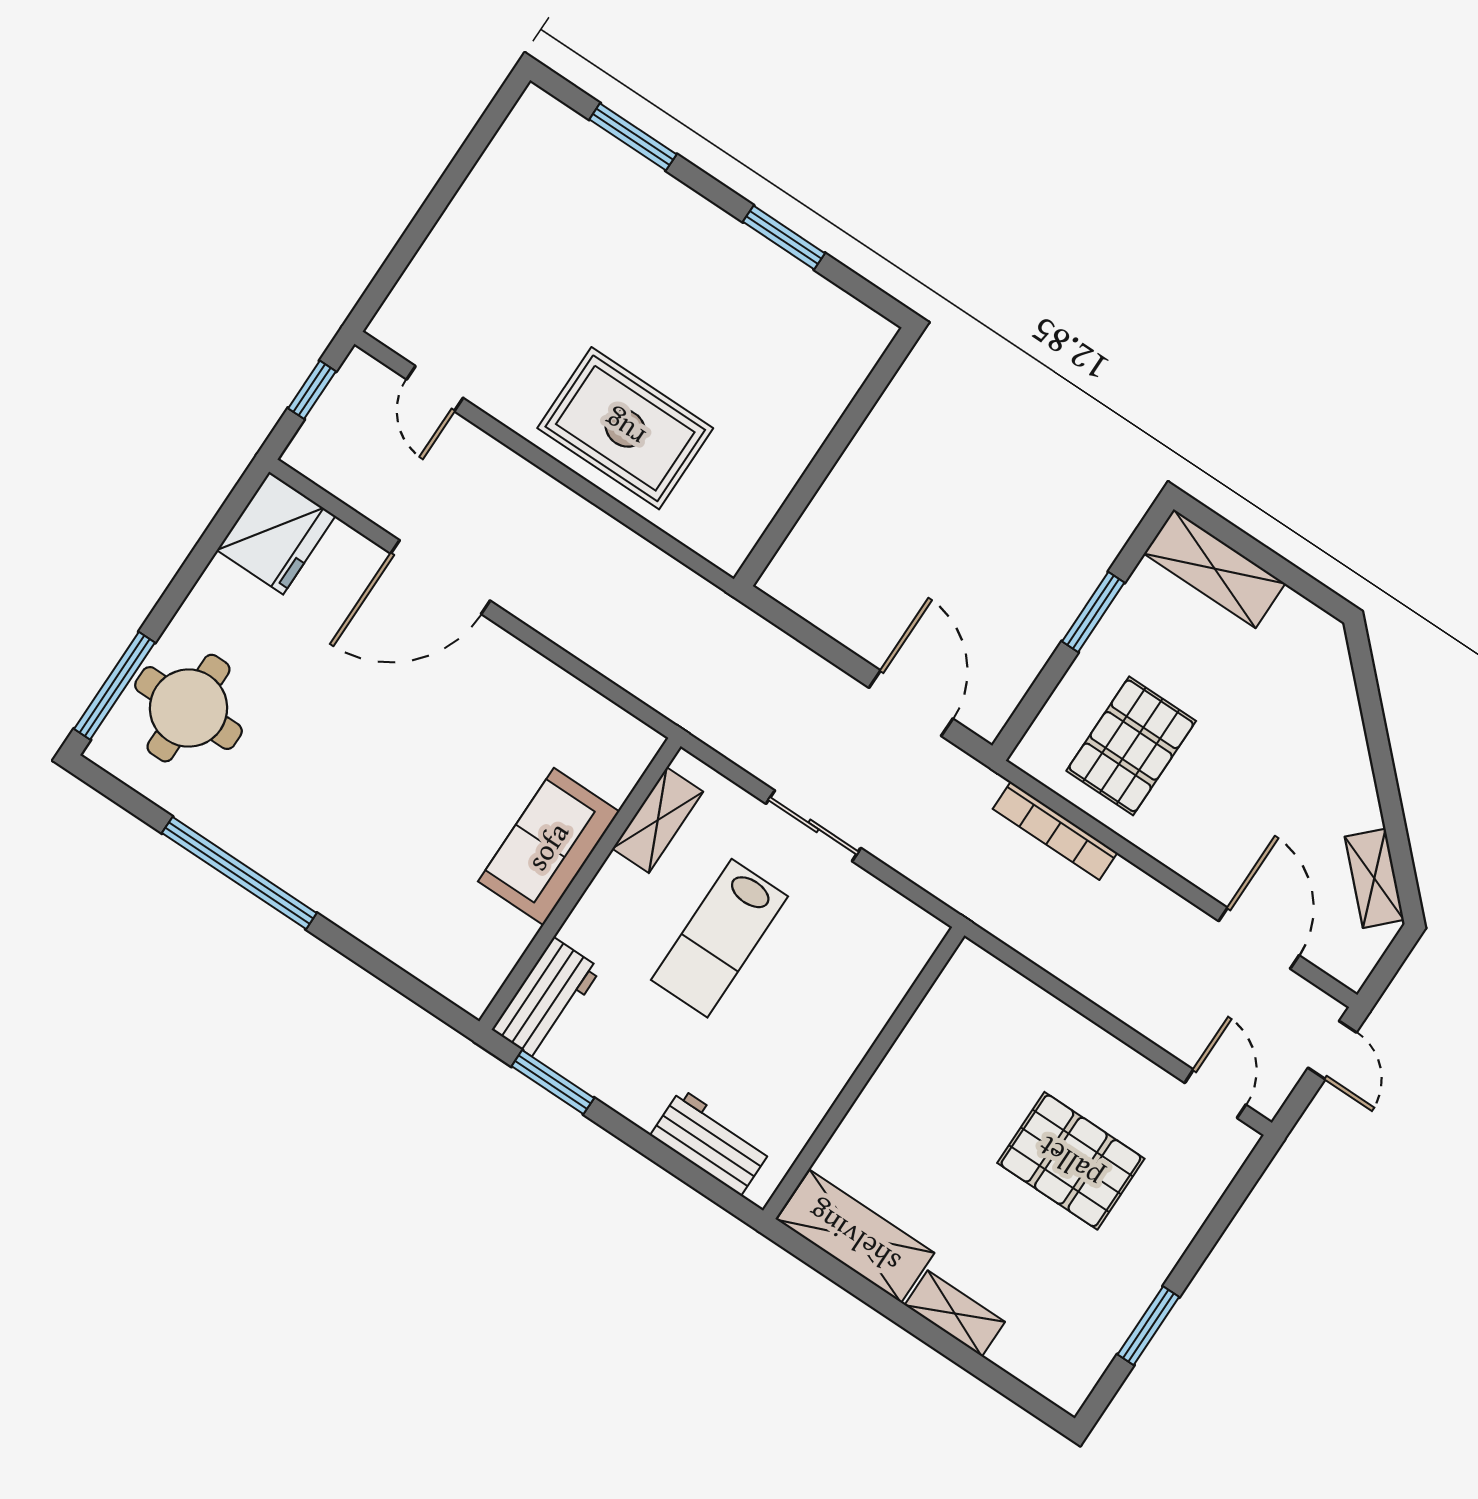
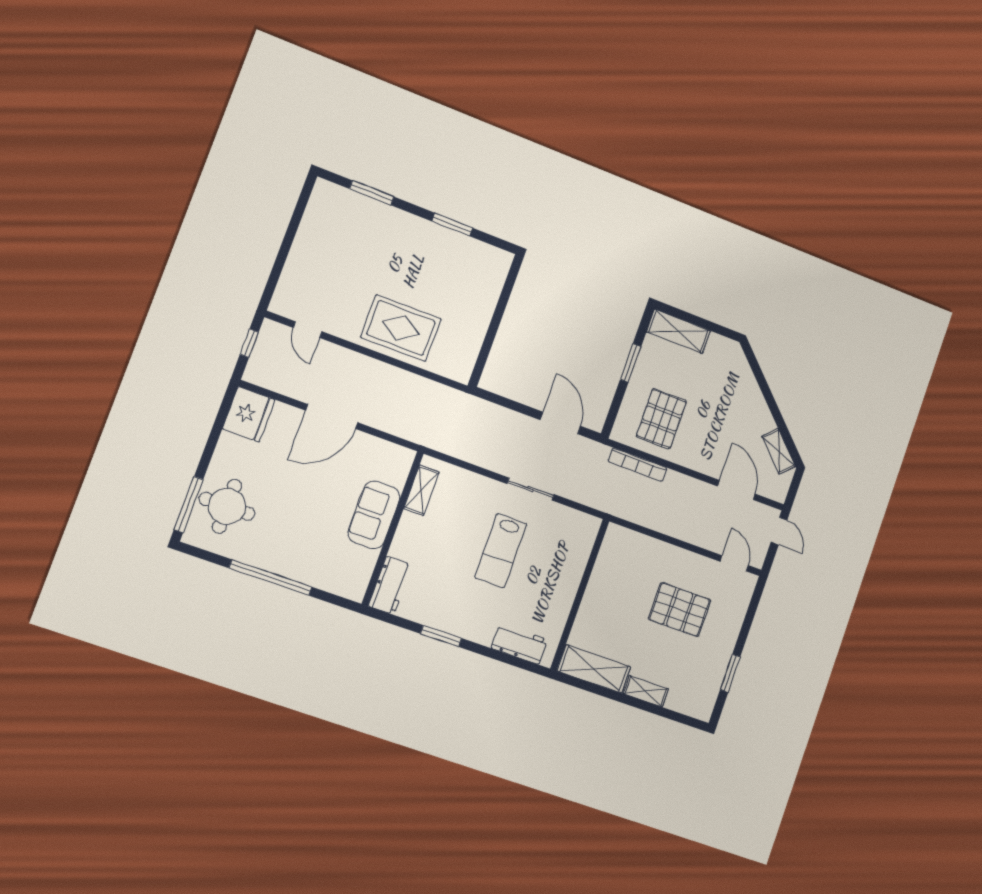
shelving: (658, 820) -> (421, 490), moved
sofa: (549, 847) -> (374, 515), moved
wall: (580, 884) -> (393, 528), moved
workbench: (546, 999) -> (390, 585), moved

